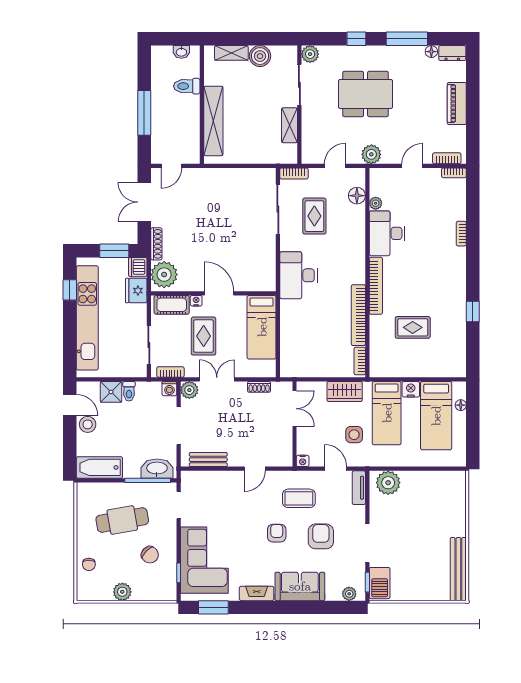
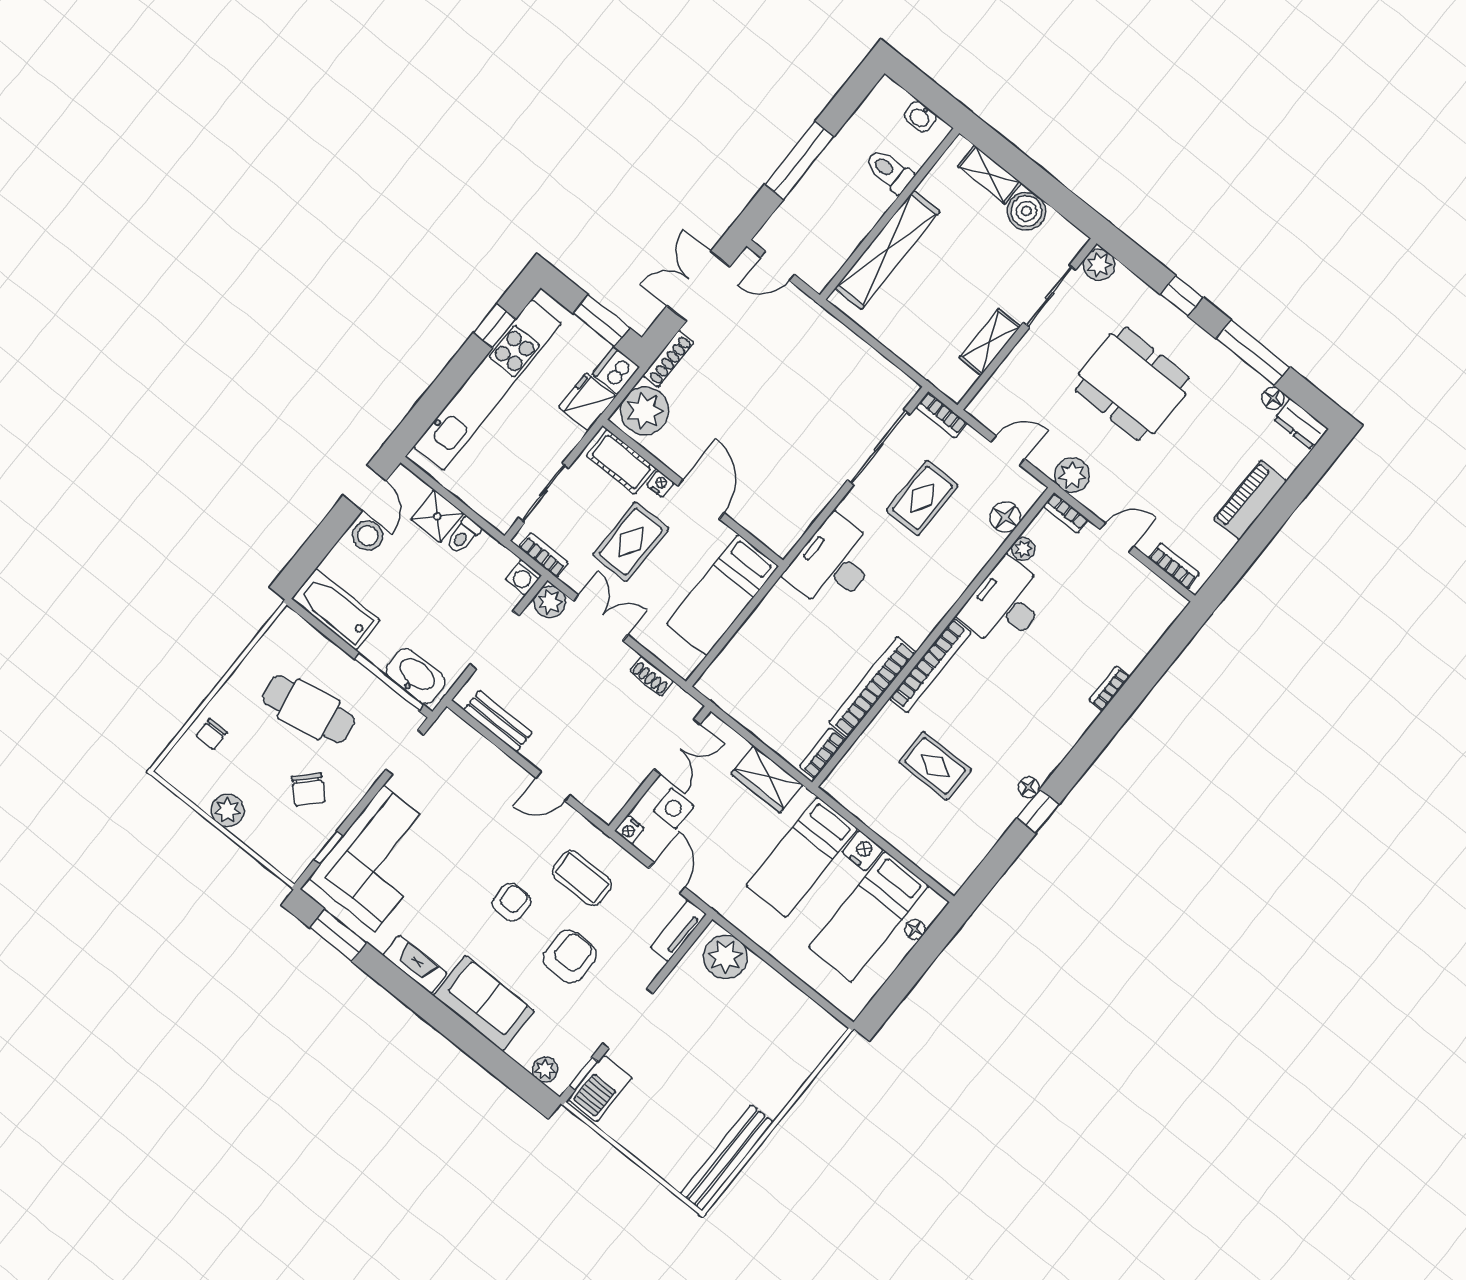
bookcase: (454, 173) -> (1066, 513), moved
floor lamp: (461, 304) -> (1029, 787), added
side table: (354, 435) -> (674, 808), moved

